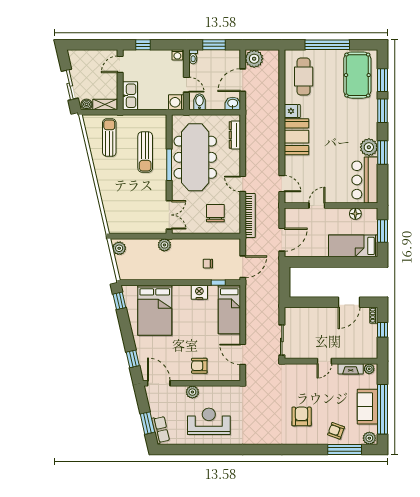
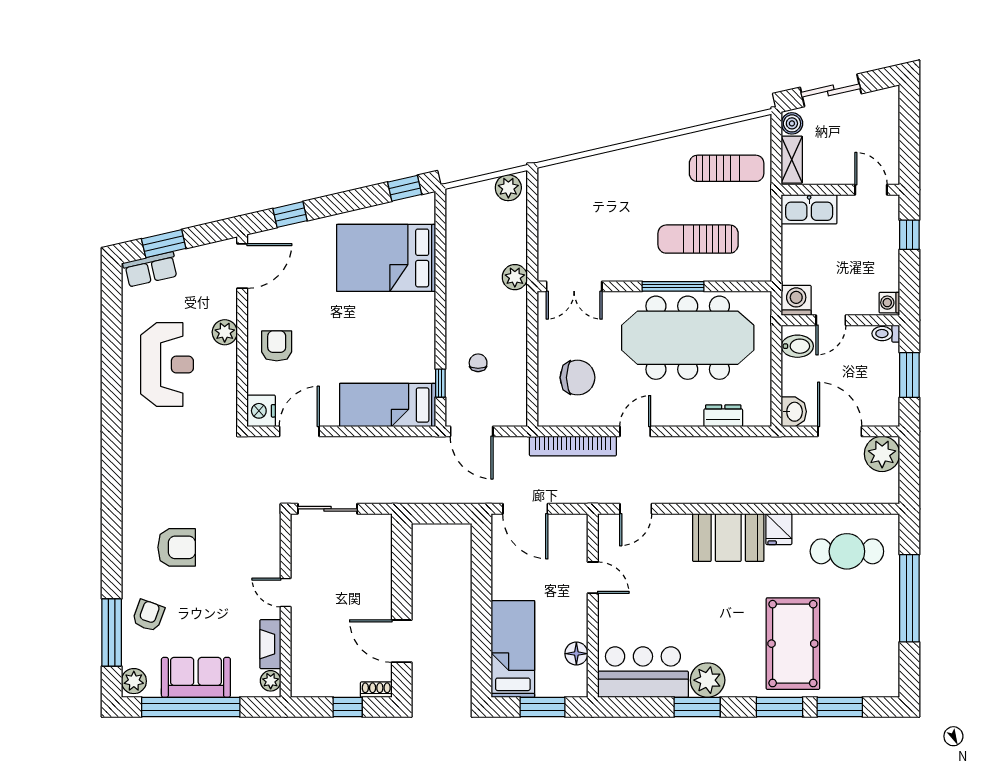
pool table: (357, 75) -> (793, 644), moved, turned 90
dresser: (235, 135) -> (723, 416), width x0.70
nightstand: (199, 292) -> (261, 411), moved, turned 180

